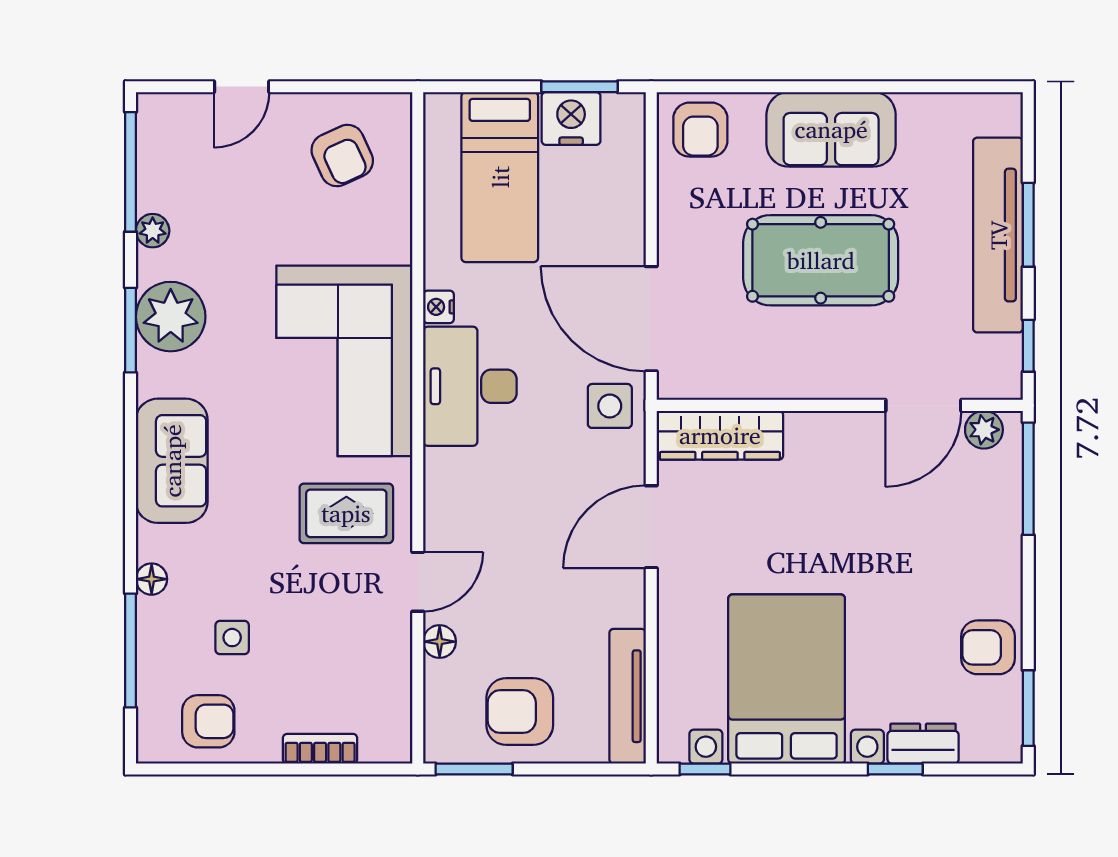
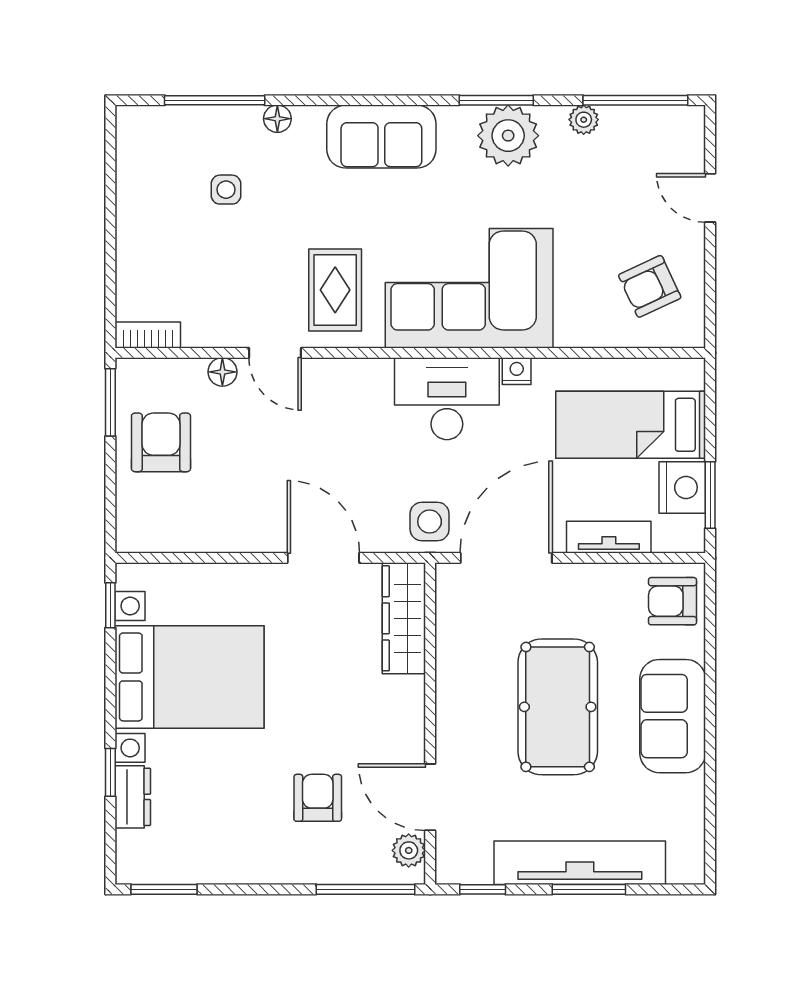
armchair: (988, 647) -> (318, 798), moved
tv unit: (628, 696) -> (609, 537), moved, width x0.71
armchair: (208, 721) -> (152, 169), removed
bookcase: (320, 749) -> (148, 335), moved, turned -90

